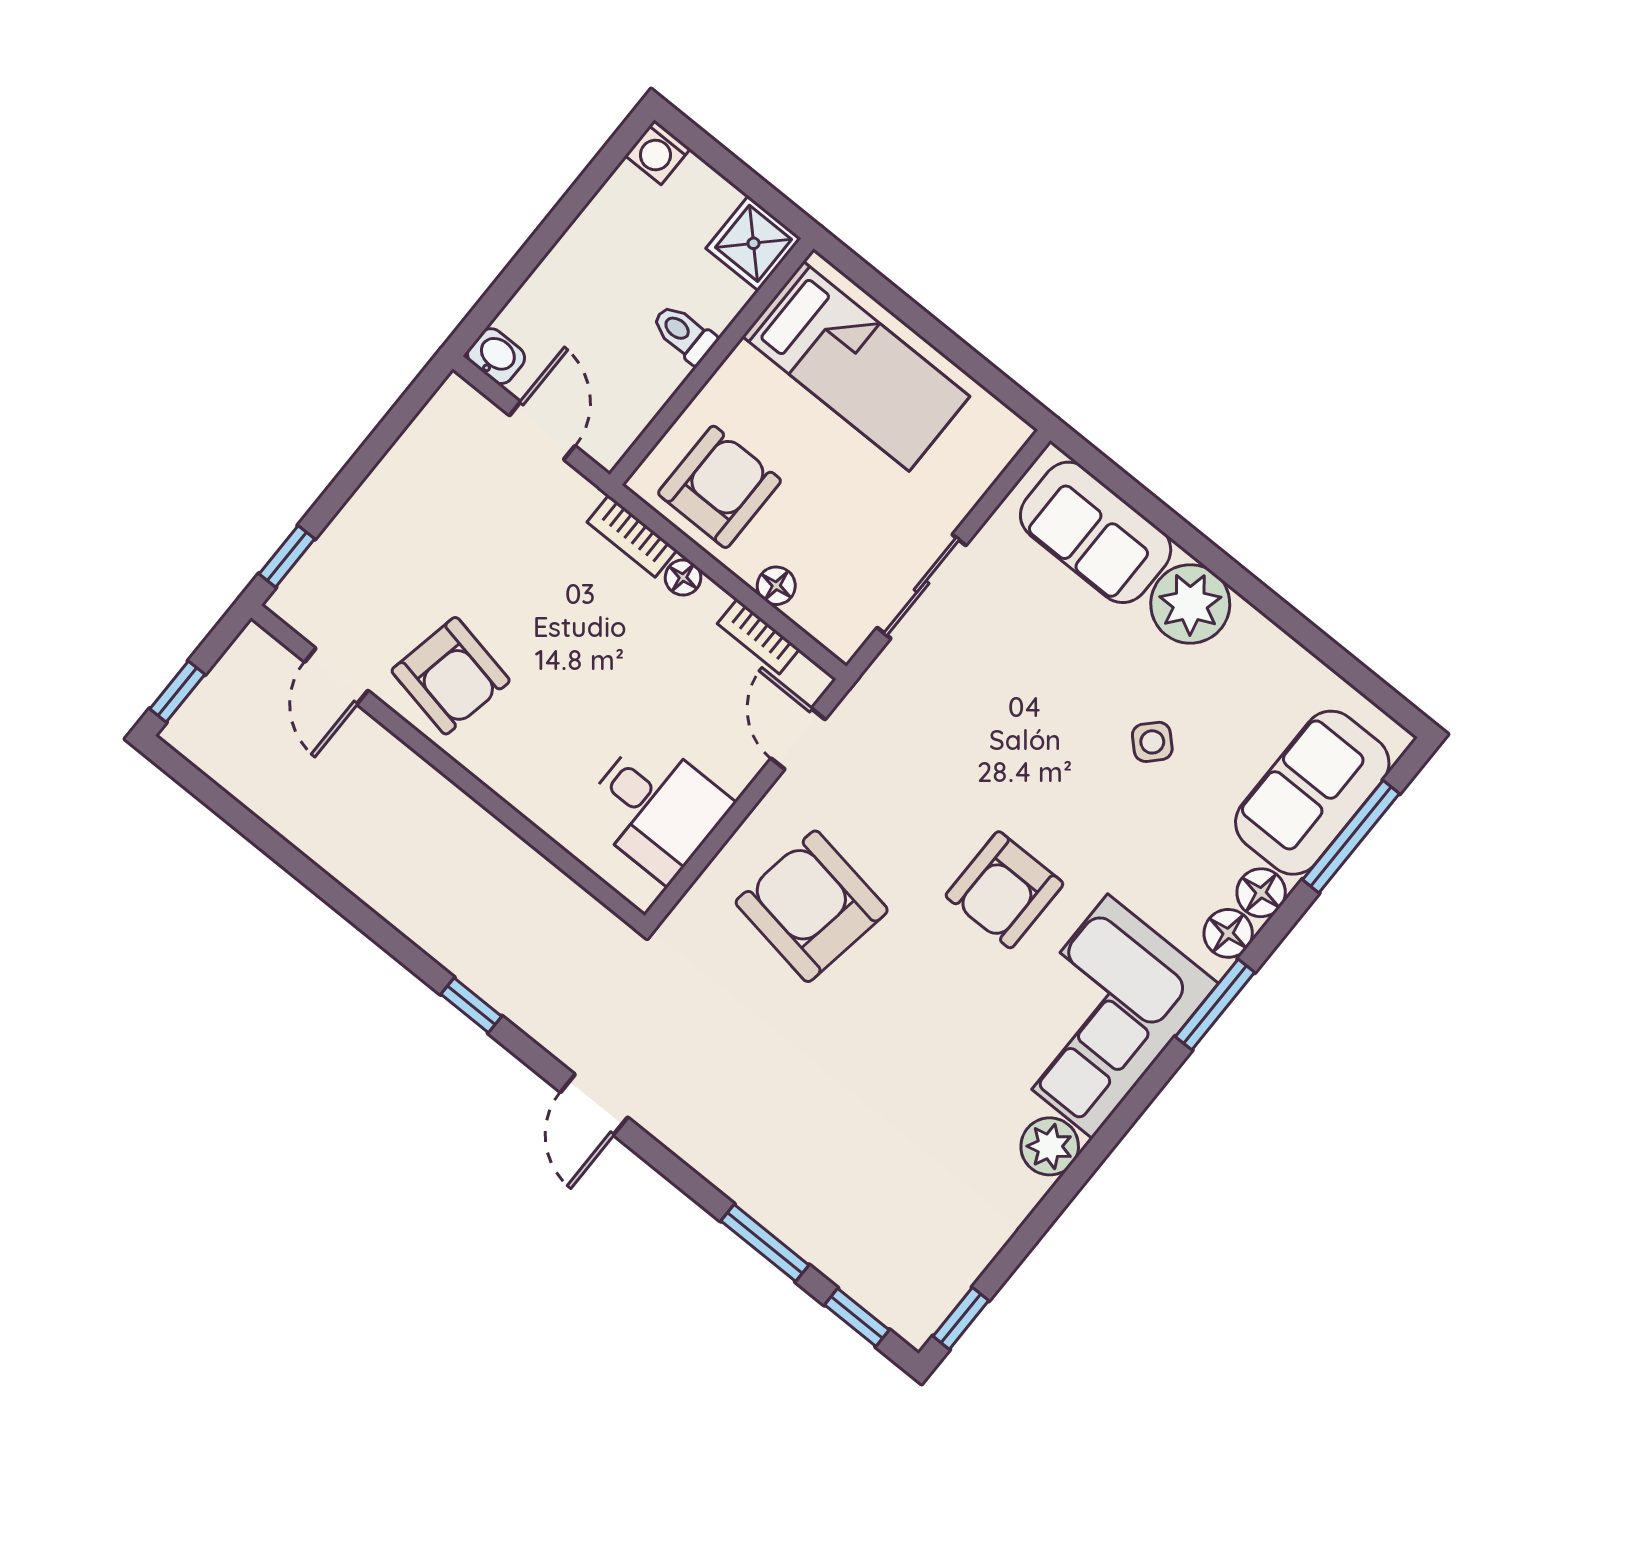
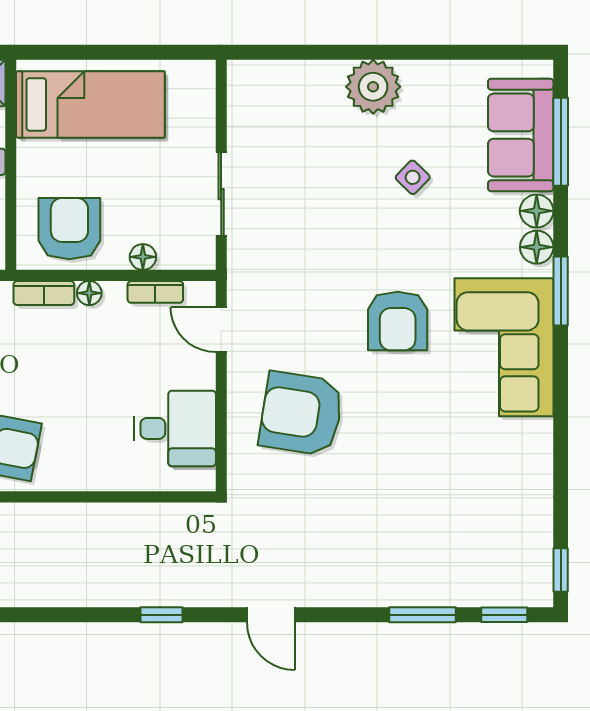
sofa: (1096, 532) -> (291, 89), removed
plant: (1050, 1146) -> (533, 439), removed

